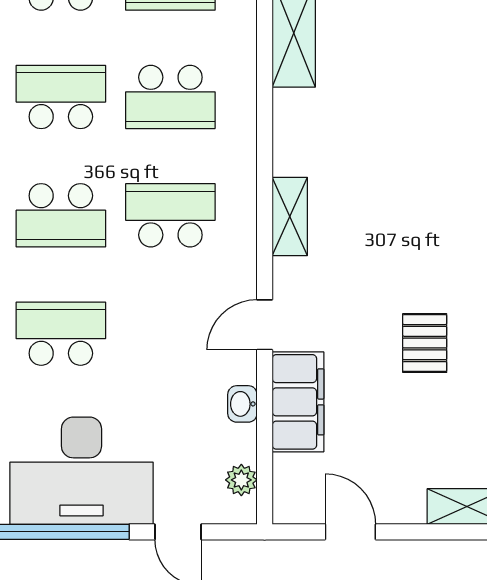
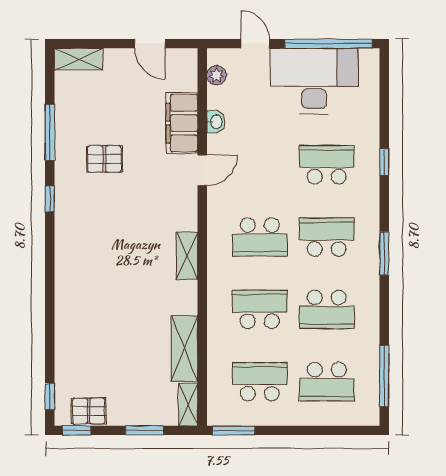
shelving: (290, 216) -> (187, 256), moved
school desk: (61, 334) -> (327, 165), turned 180
pallet: (425, 343) -> (104, 159), turned 90

